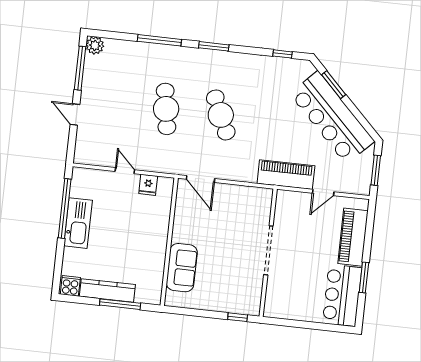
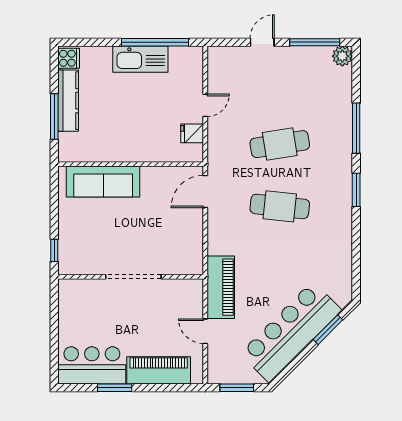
window: (283, 54) -> (356, 268), removed
cafe table: (221, 115) -> (280, 206), turned 30
sofa: (182, 268) -> (103, 181), width x1.36

